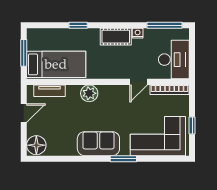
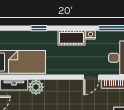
plant: (89, 93) -> (36, 87), moved

